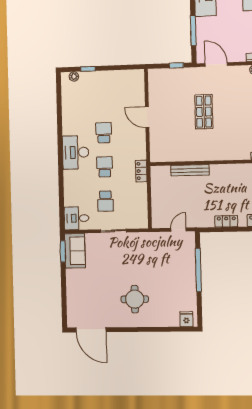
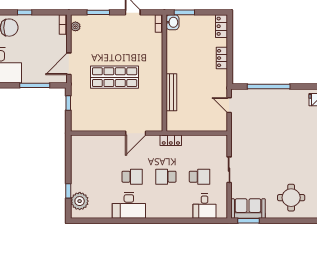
plant: (74, 76) -> (80, 201), width x1.87, depth x1.87
shop shelf: (204, 112) -> (115, 77), width x1.43, depth x1.36
door: (147, 117) -> (136, 133), moved
school desk: (104, 133) -> (132, 177), turned 180
desk: (76, 152) -> (129, 205), moved
desk: (76, 218) -> (205, 206), moved
round table: (135, 299) -> (291, 198), moved

